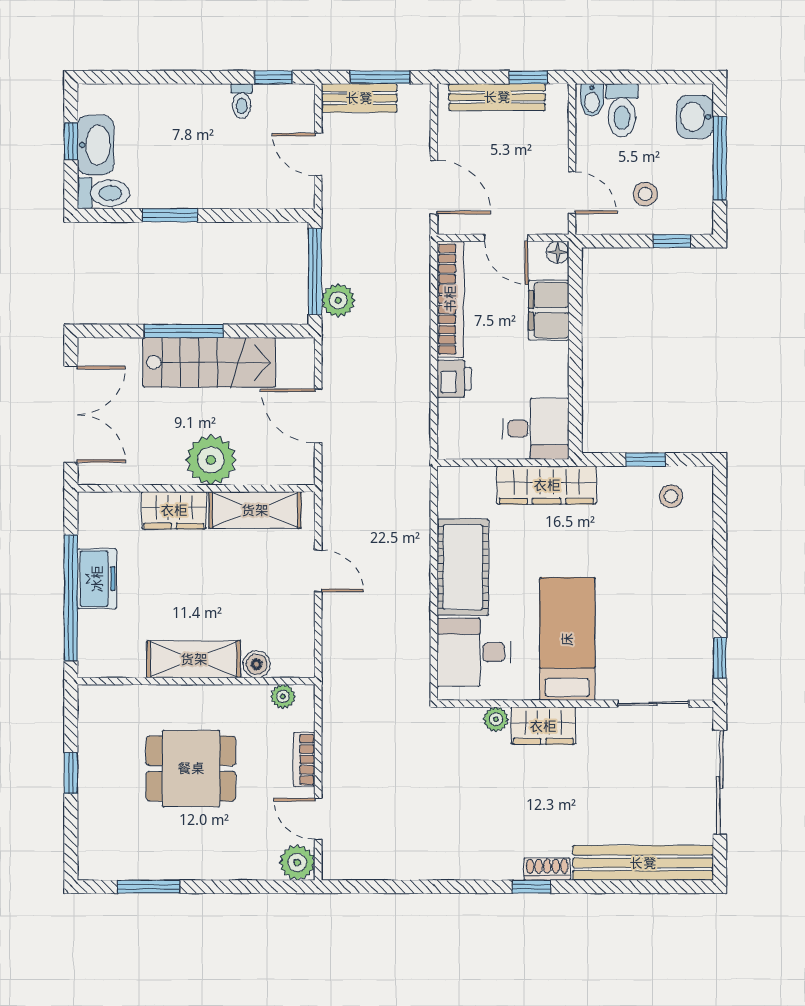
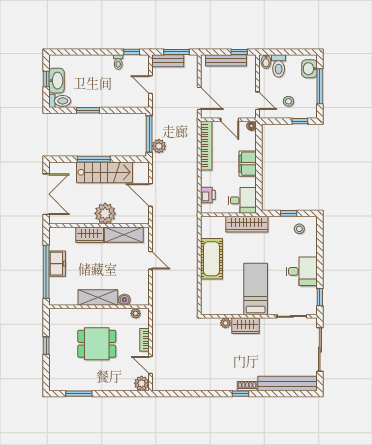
filing cabinet: (549, 310) -> (248, 164), moved
printer: (454, 379) -> (208, 195), moved
desk: (474, 652) -> (302, 271), moved, turned 180

